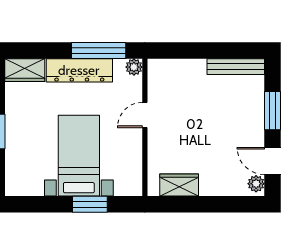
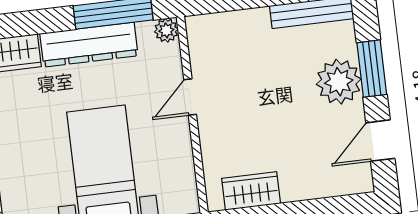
door: (273, 161) -> (380, 141), hinge flipped
plant: (256, 184) -> (339, 82), moved, width x1.88, depth x1.88

